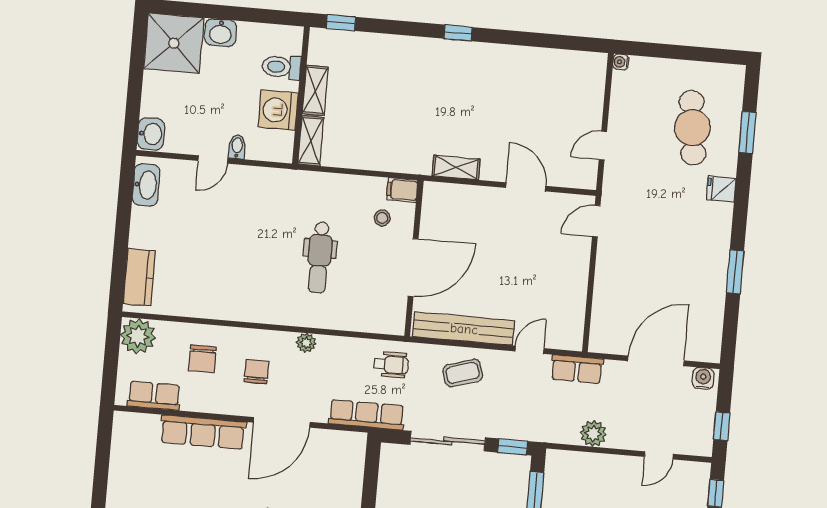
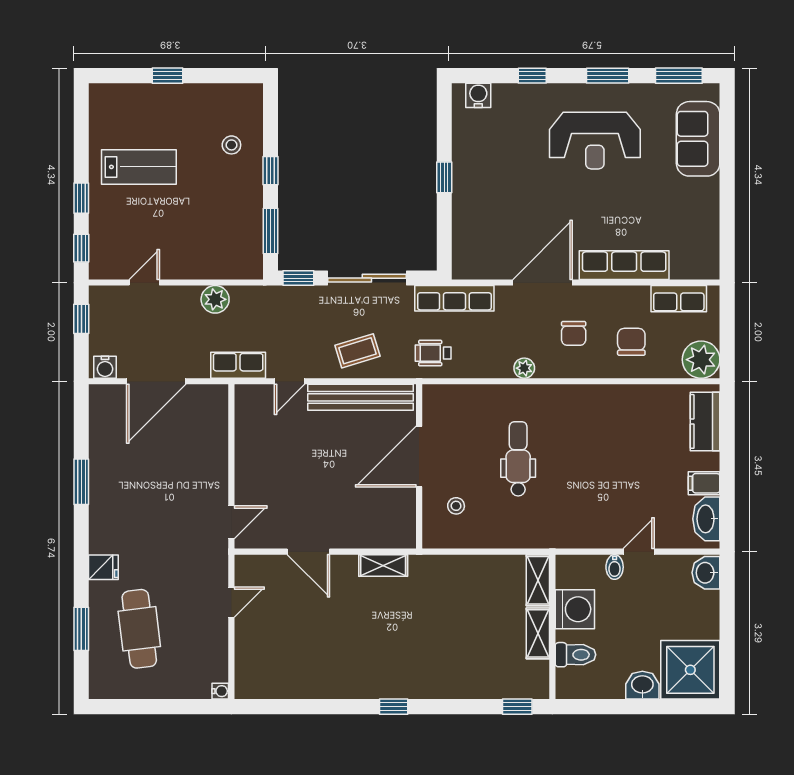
filing cabinet: (402, 190) -> (704, 483), moved, turned 180

